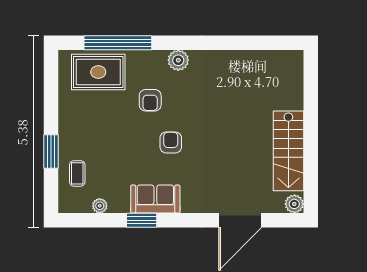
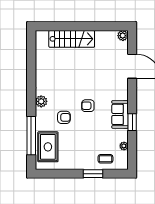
stairs: (288, 151) -> (72, 39), moved

